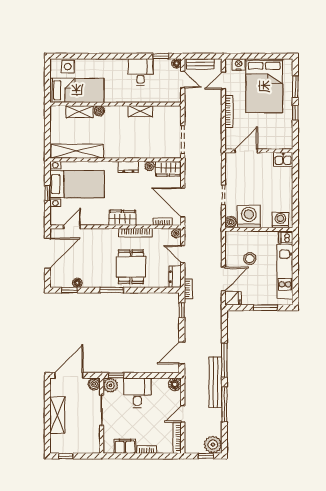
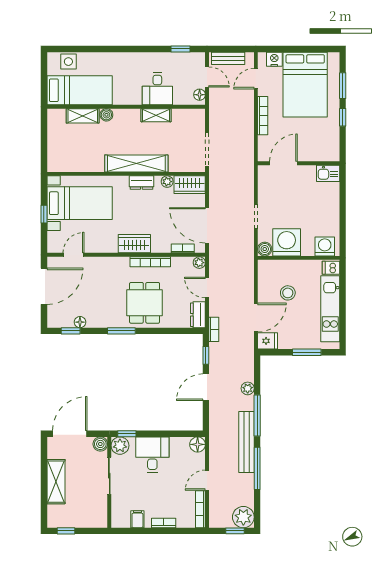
floor lamp: (176, 63) -> (200, 95), moved
desk: (140, 72) -> (157, 89), moved, turned 180
shelving: (77, 151) -> (136, 163), moved
plant: (216, 338) -> (248, 388), added
door: (182, 353) -> (206, 387), moved
filing cabinet: (125, 446) -> (137, 519), width x0.50

